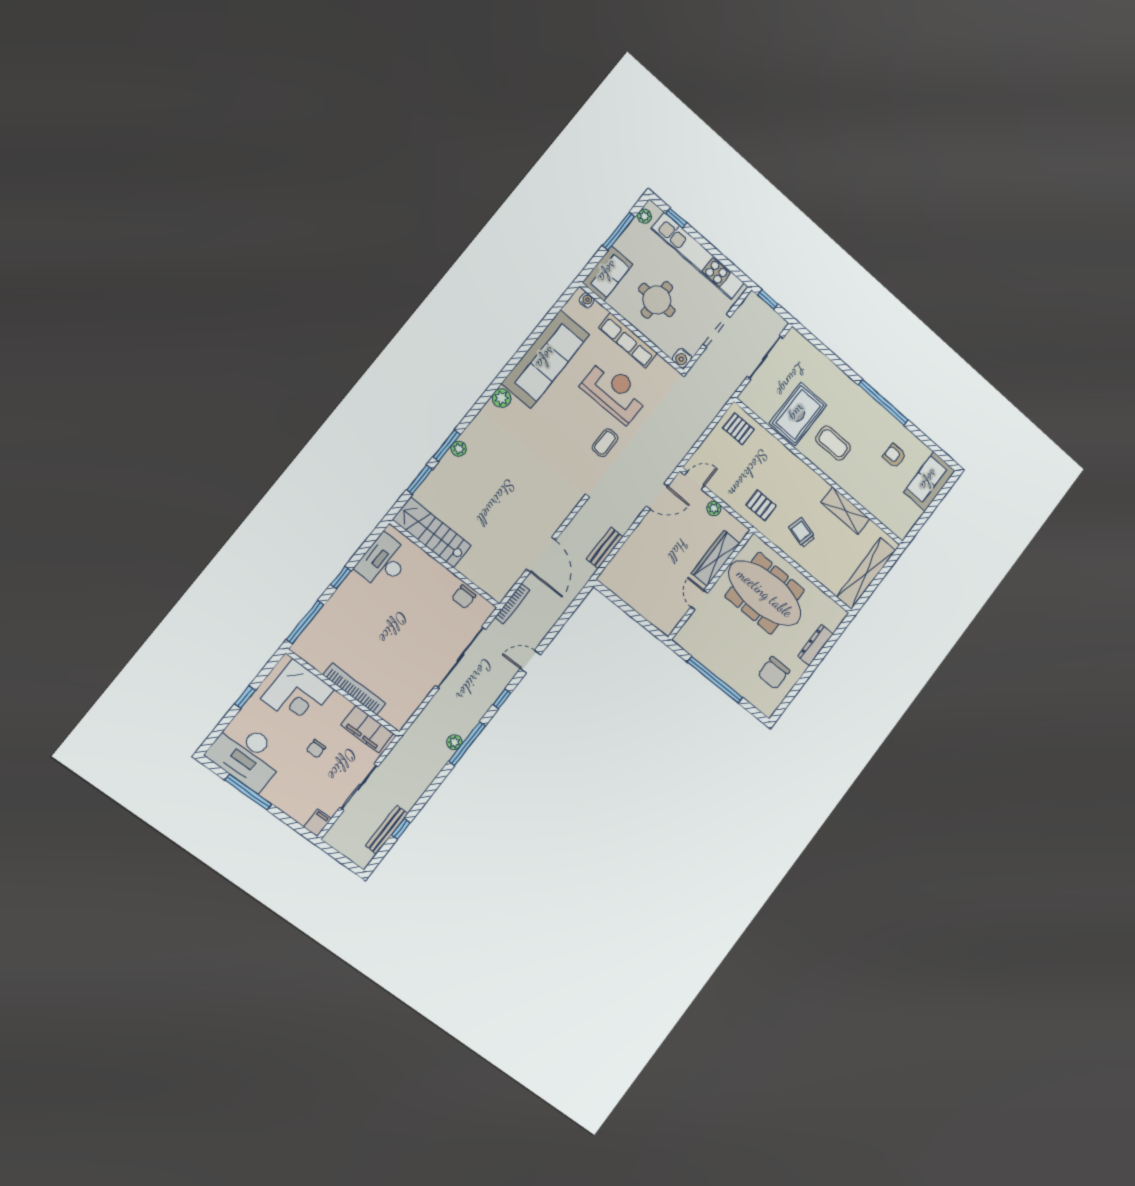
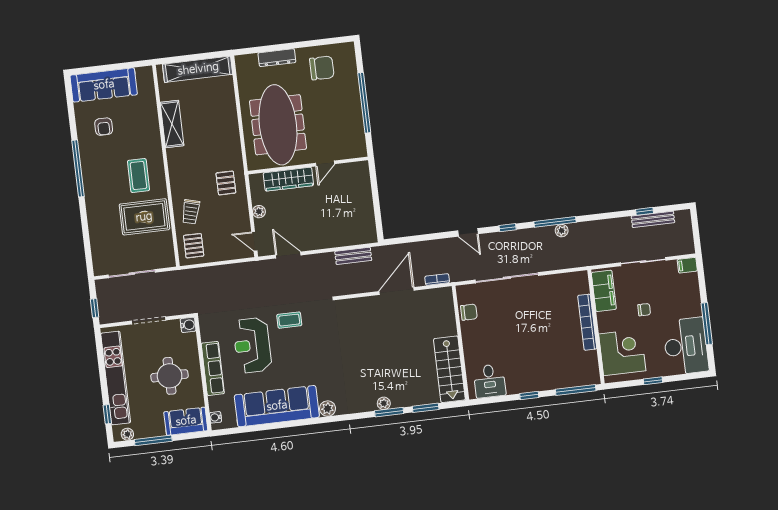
sofa: (929, 481) -> (104, 85), width x1.36
trolley: (802, 533) -> (191, 212), moved
desk: (384, 561) -> (490, 381), width x0.73
bookcase: (512, 604) -> (437, 279), width x0.64

